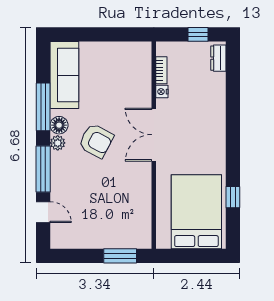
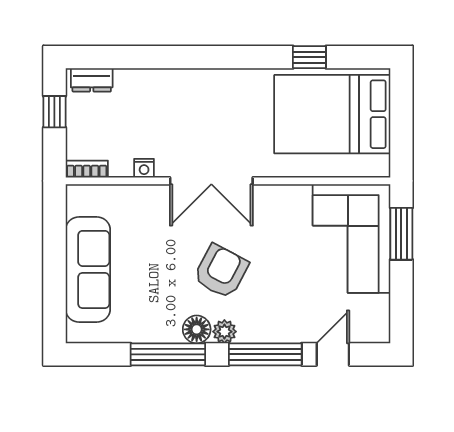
bookcase: (161, 70) -> (87, 169), moved
sofa: (64, 75) -> (88, 269), moved, turned 90
corner sofa: (117, 224) -> (352, 239), added

